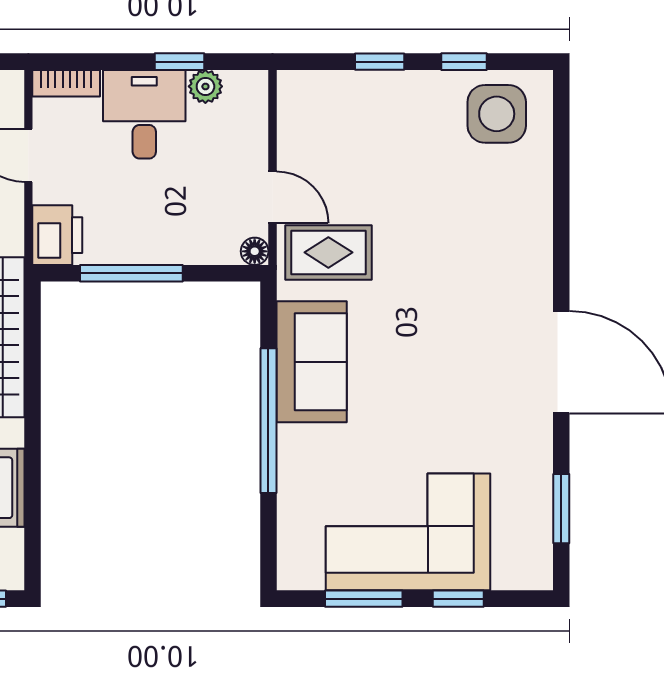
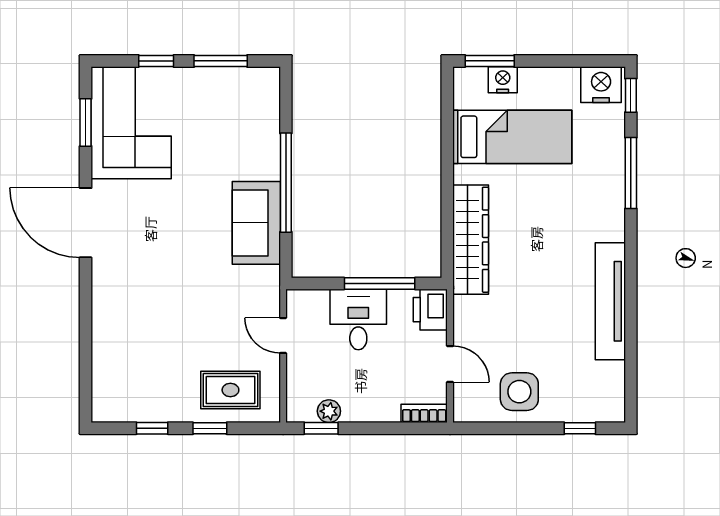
window: (180, 62) -> (321, 428), moved
desk: (144, 114) -> (358, 319), moved, turned 180
side table: (497, 114) -> (130, 392), removed
floor lamp: (255, 251) -> (295, 298), removed
rug: (328, 252) -> (230, 390), moved
corner sofa: (408, 532) -> (131, 123), moved, turned -90

